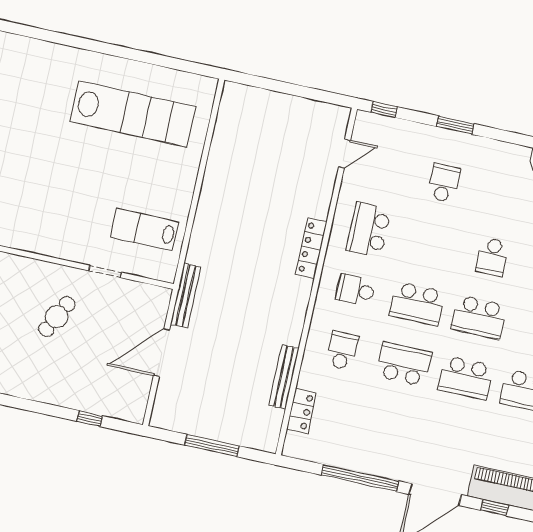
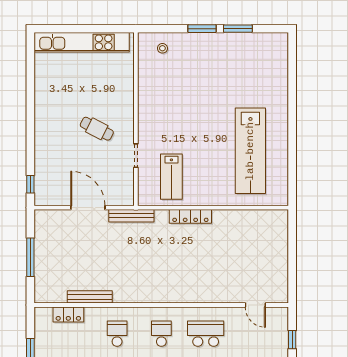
window: (384, 110) -> (292, 340), moved
lab bench: (145, 229) -> (171, 177), turned 180
locker: (311, 248) -> (190, 216), moved, turned 180
school desk: (342, 351) -> (117, 334), turned -90
window: (90, 419) -> (30, 184), moved

